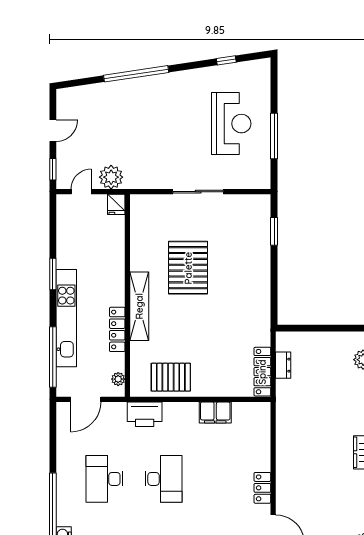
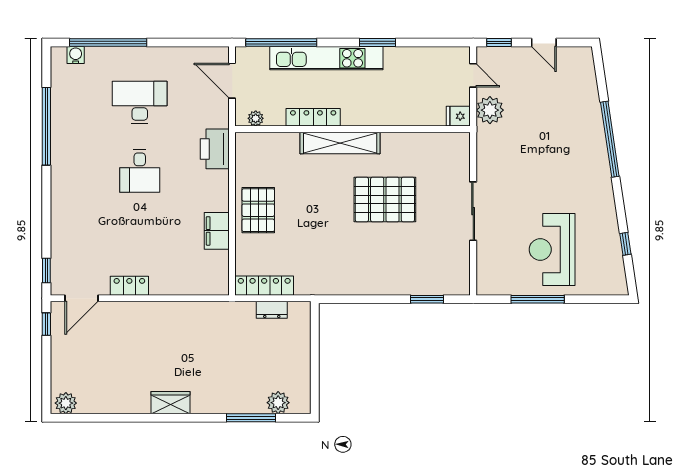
reception desk: (231, 124) -> (552, 249), turned 90
pallet: (171, 377) -> (258, 210), moved
desk: (163, 479) -> (140, 171), width x0.73

